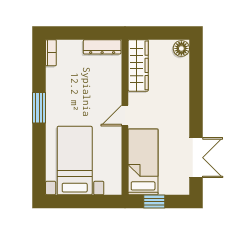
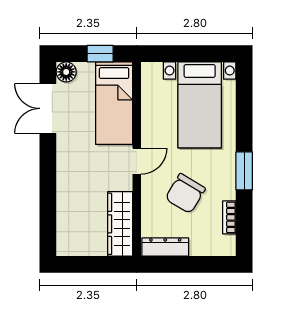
floor lamp: (181, 48) -> (66, 72), moved
bookcase: (51, 53) -> (229, 217), moved
chair: (86, 90) -> (185, 193), added

